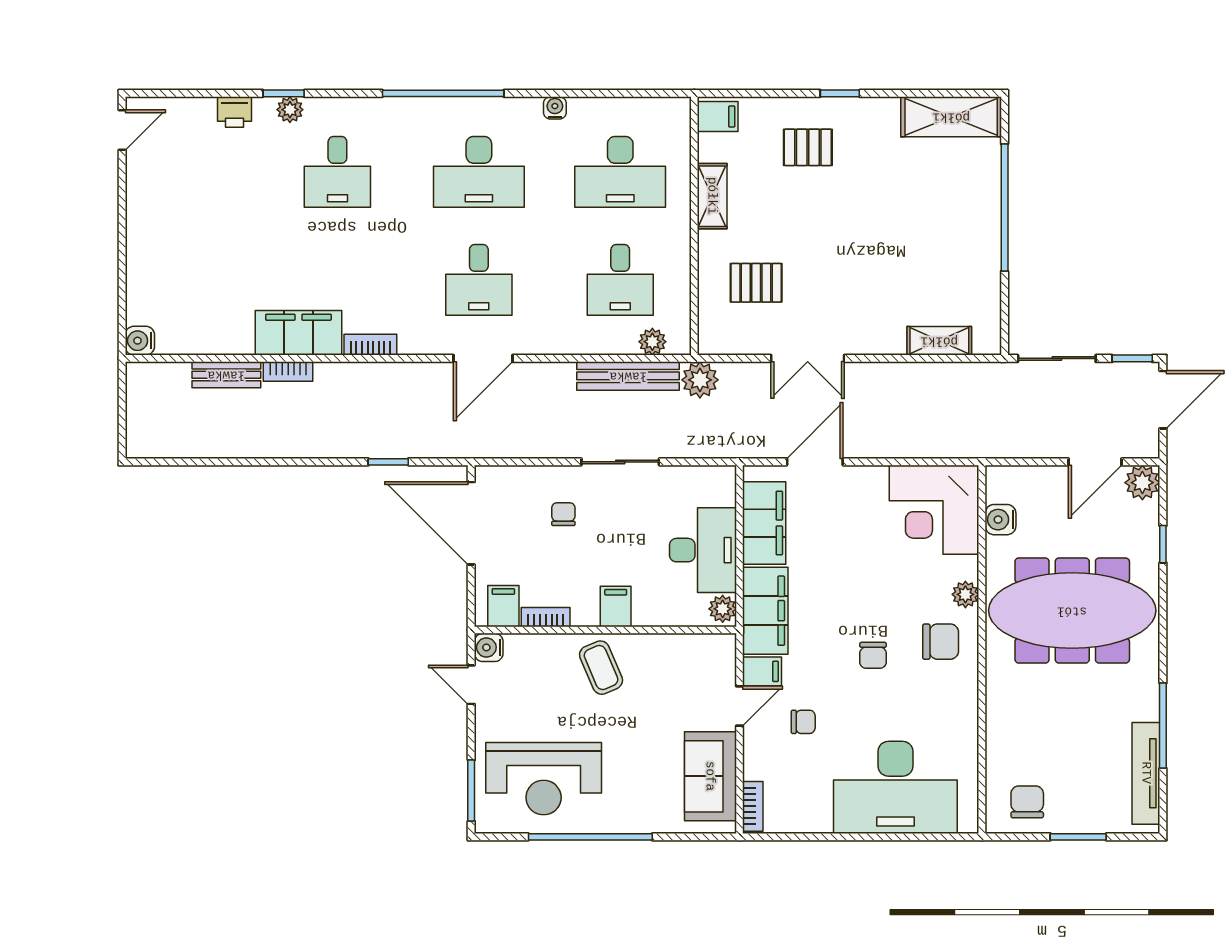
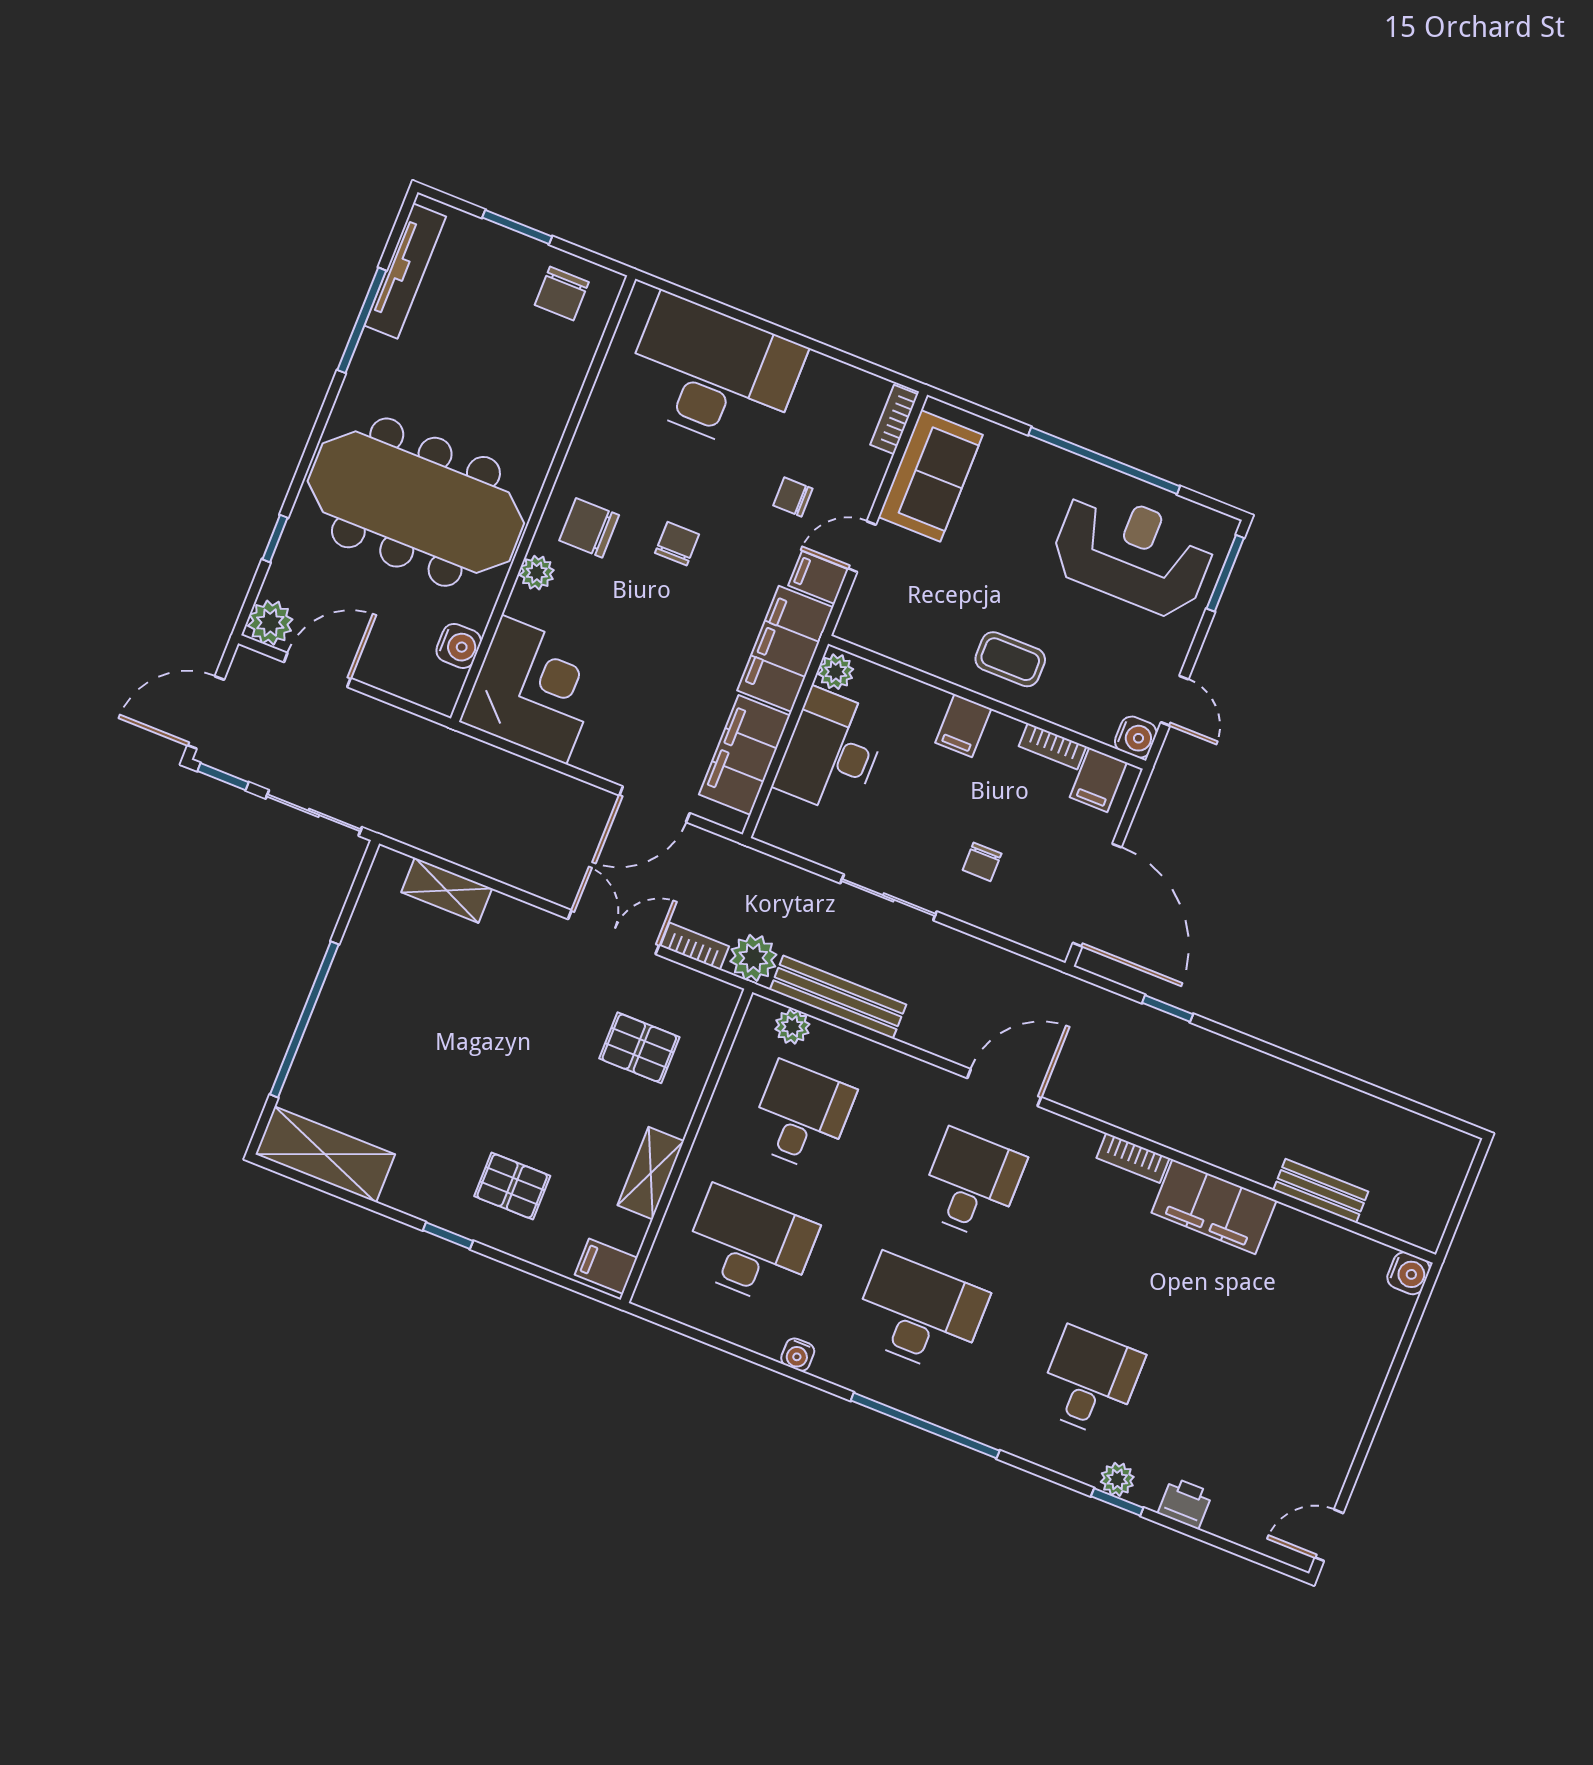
bookcase: (288, 372) -> (695, 946), moved
coffee table: (601, 668) -> (1010, 659), turned -67

